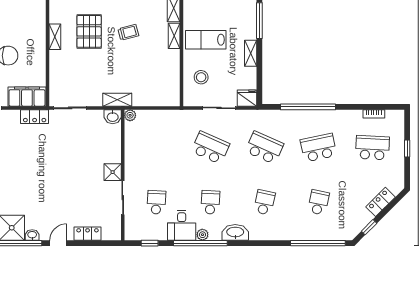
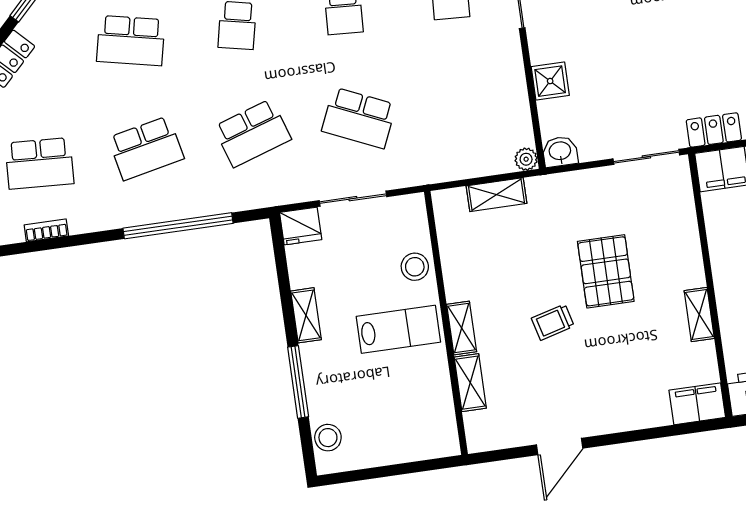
pallet: (89, 31) -> (606, 271), moved
shelving: (55, 37) -> (699, 315), moved
stool: (201, 77) -> (415, 267), moved
shelving: (117, 100) -> (496, 195), moved
school desk: (264, 148) -> (252, 133), turned -42
shower: (113, 172) -> (550, 81), moved
school desk: (318, 202) -> (131, 41), width x1.85

